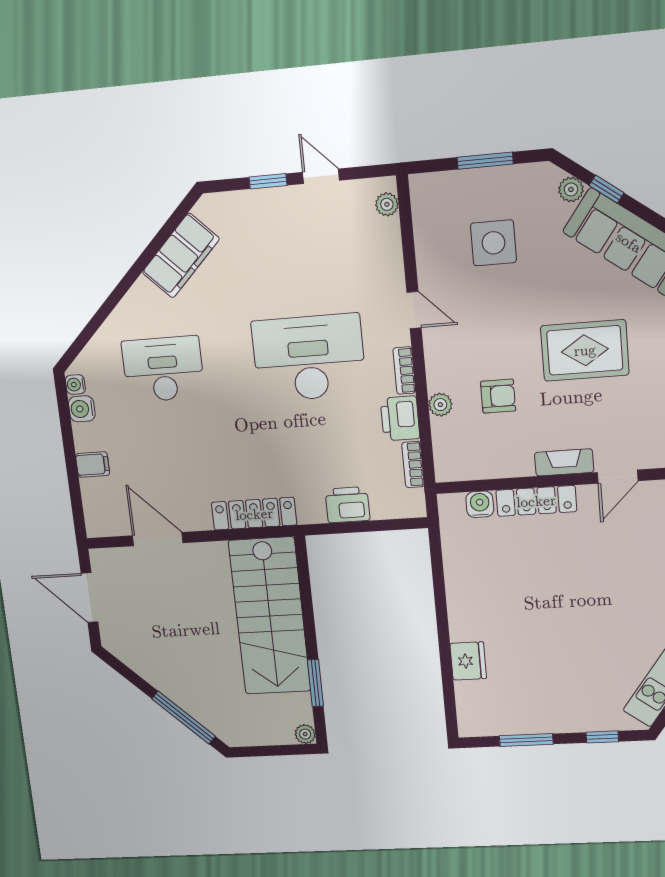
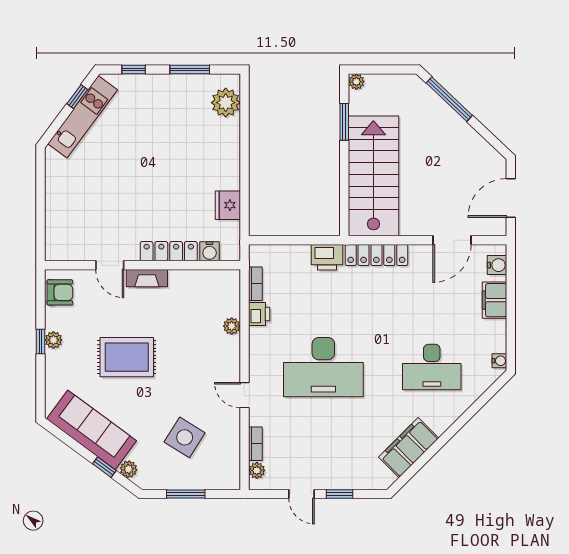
side table: (493, 243) -> (185, 437), turned 32
bookcase: (404, 371) -> (255, 444), moved
armchair: (498, 396) -> (190, 329), removed
water cooler: (82, 409) -> (497, 265), moved
printer: (400, 418) -> (259, 314), width x0.73, depth x0.81
filing cabinet: (93, 464) -> (494, 300), width x2.00
door: (618, 477) -> (110, 265), swing flipped
printer: (347, 505) -> (327, 257), moved
door: (158, 539) -> (452, 240), hinge flipped
door: (89, 598) -> (511, 198), swing flipped
fridge: (468, 661) -> (228, 205), moved
plant: (475, 700) -> (226, 103), added

